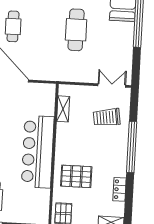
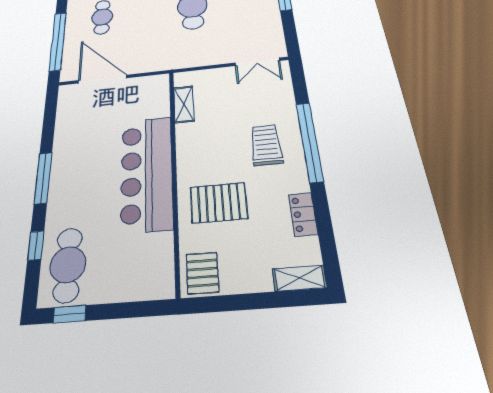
double door: (112, 86) -> (257, 62), swing flipped
trolley: (107, 117) -> (266, 145), moved, turned 98

